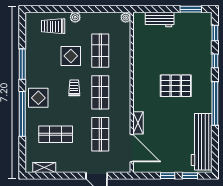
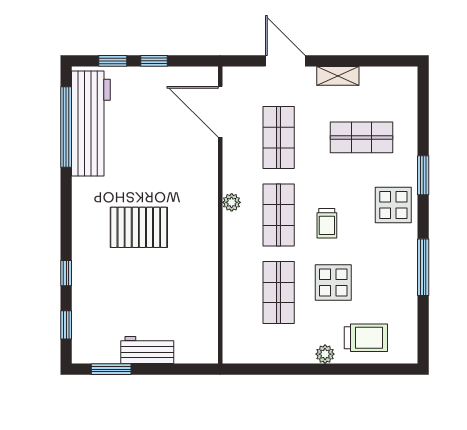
plant: (126, 18) -> (232, 202), moved
workbench: (160, 20) -> (147, 350), moved
window: (215, 104) -> (66, 127), moved
window: (22, 114) -> (423, 175), width x0.47
shelving: (138, 123) -> (209, 159), removed
shelving: (44, 168) -> (338, 76), moved

